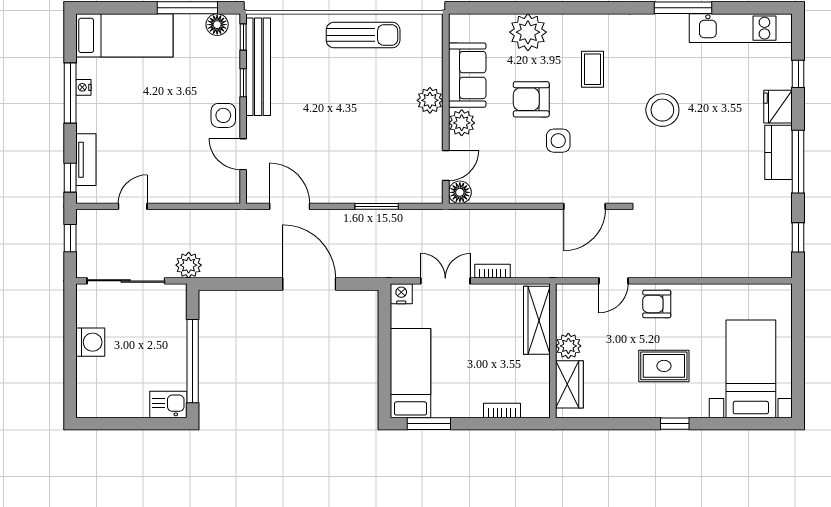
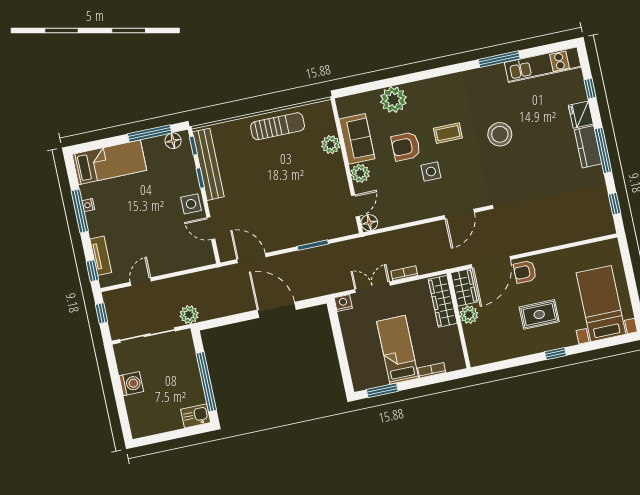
coffee table: (593, 69) -> (448, 133), moved, turned 90
plant: (430, 100) -> (331, 145), moved
door: (613, 281) -> (491, 262), width x1.87
bed: (410, 373) -> (398, 350), moved
wardrobe: (569, 384) -> (464, 287), moved

